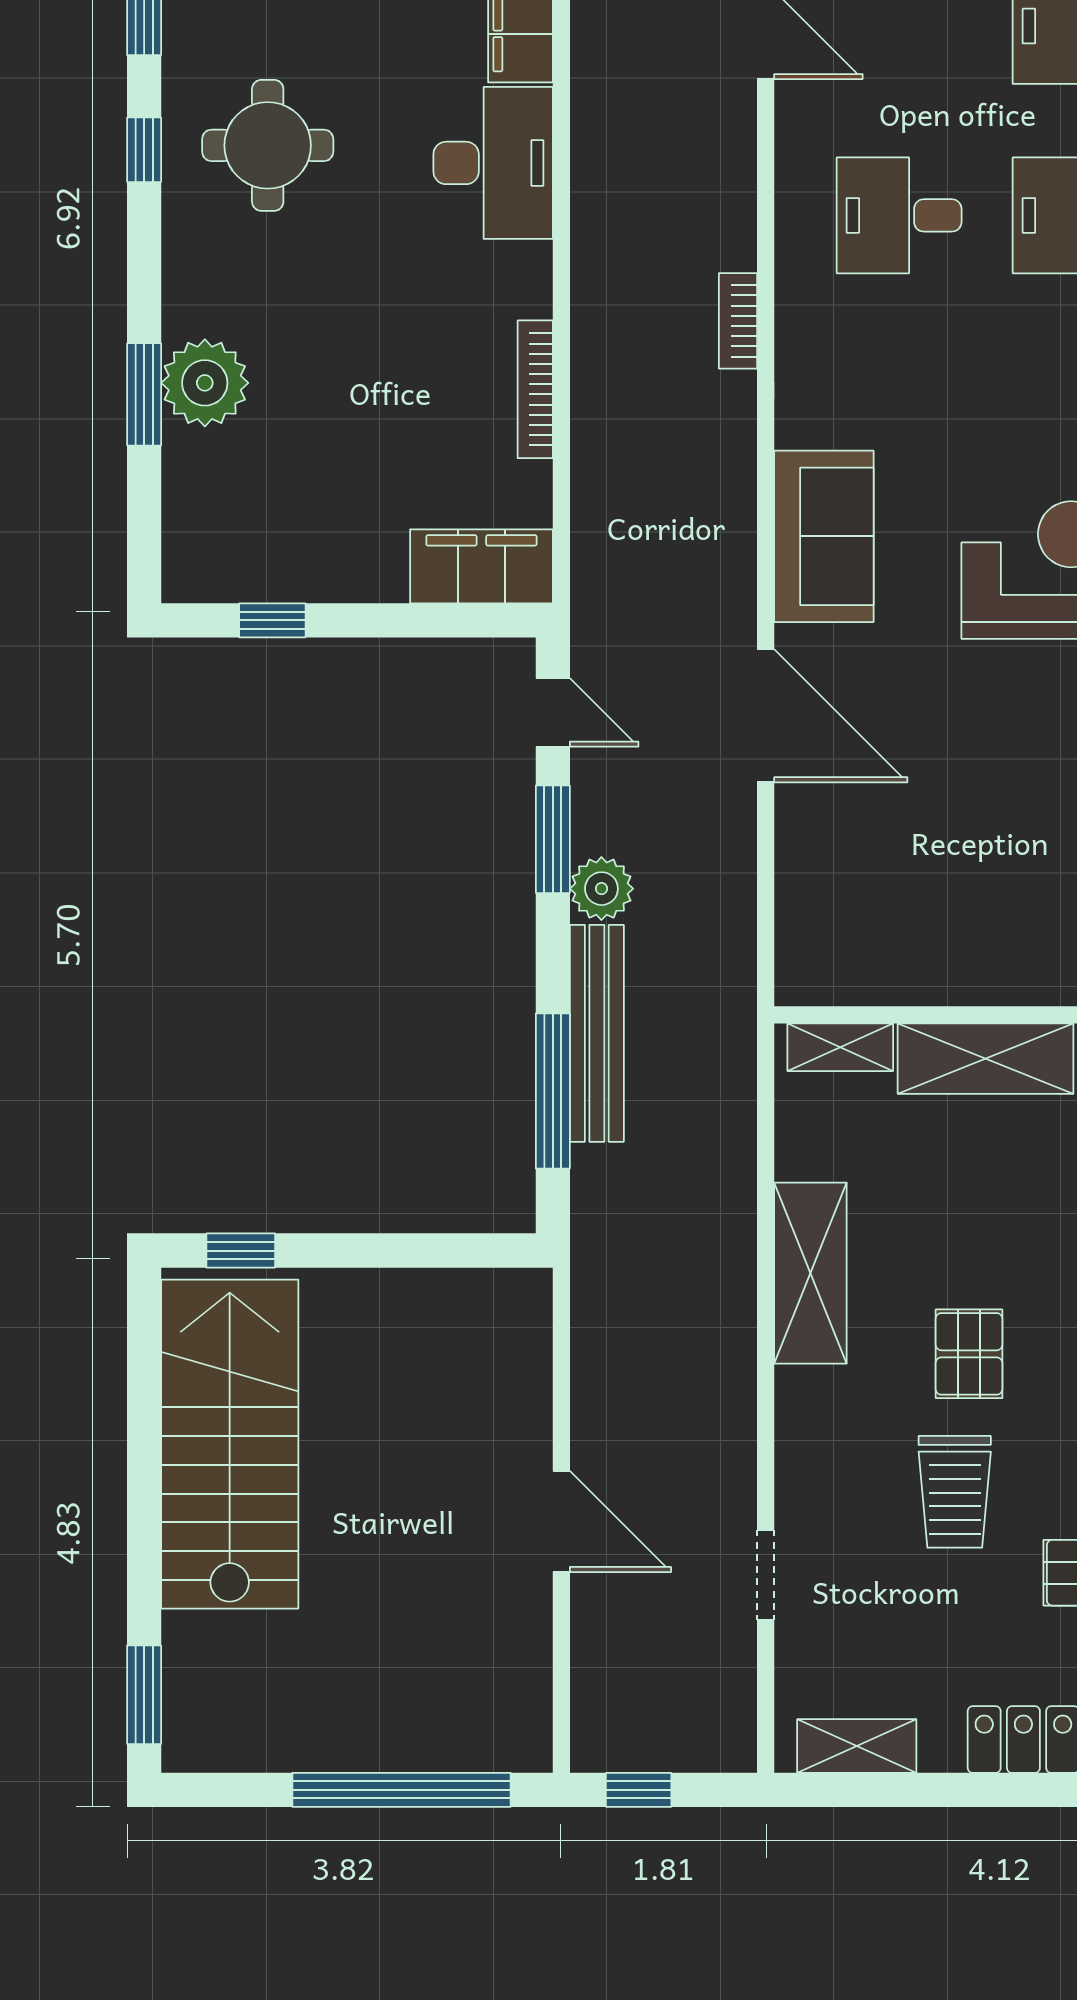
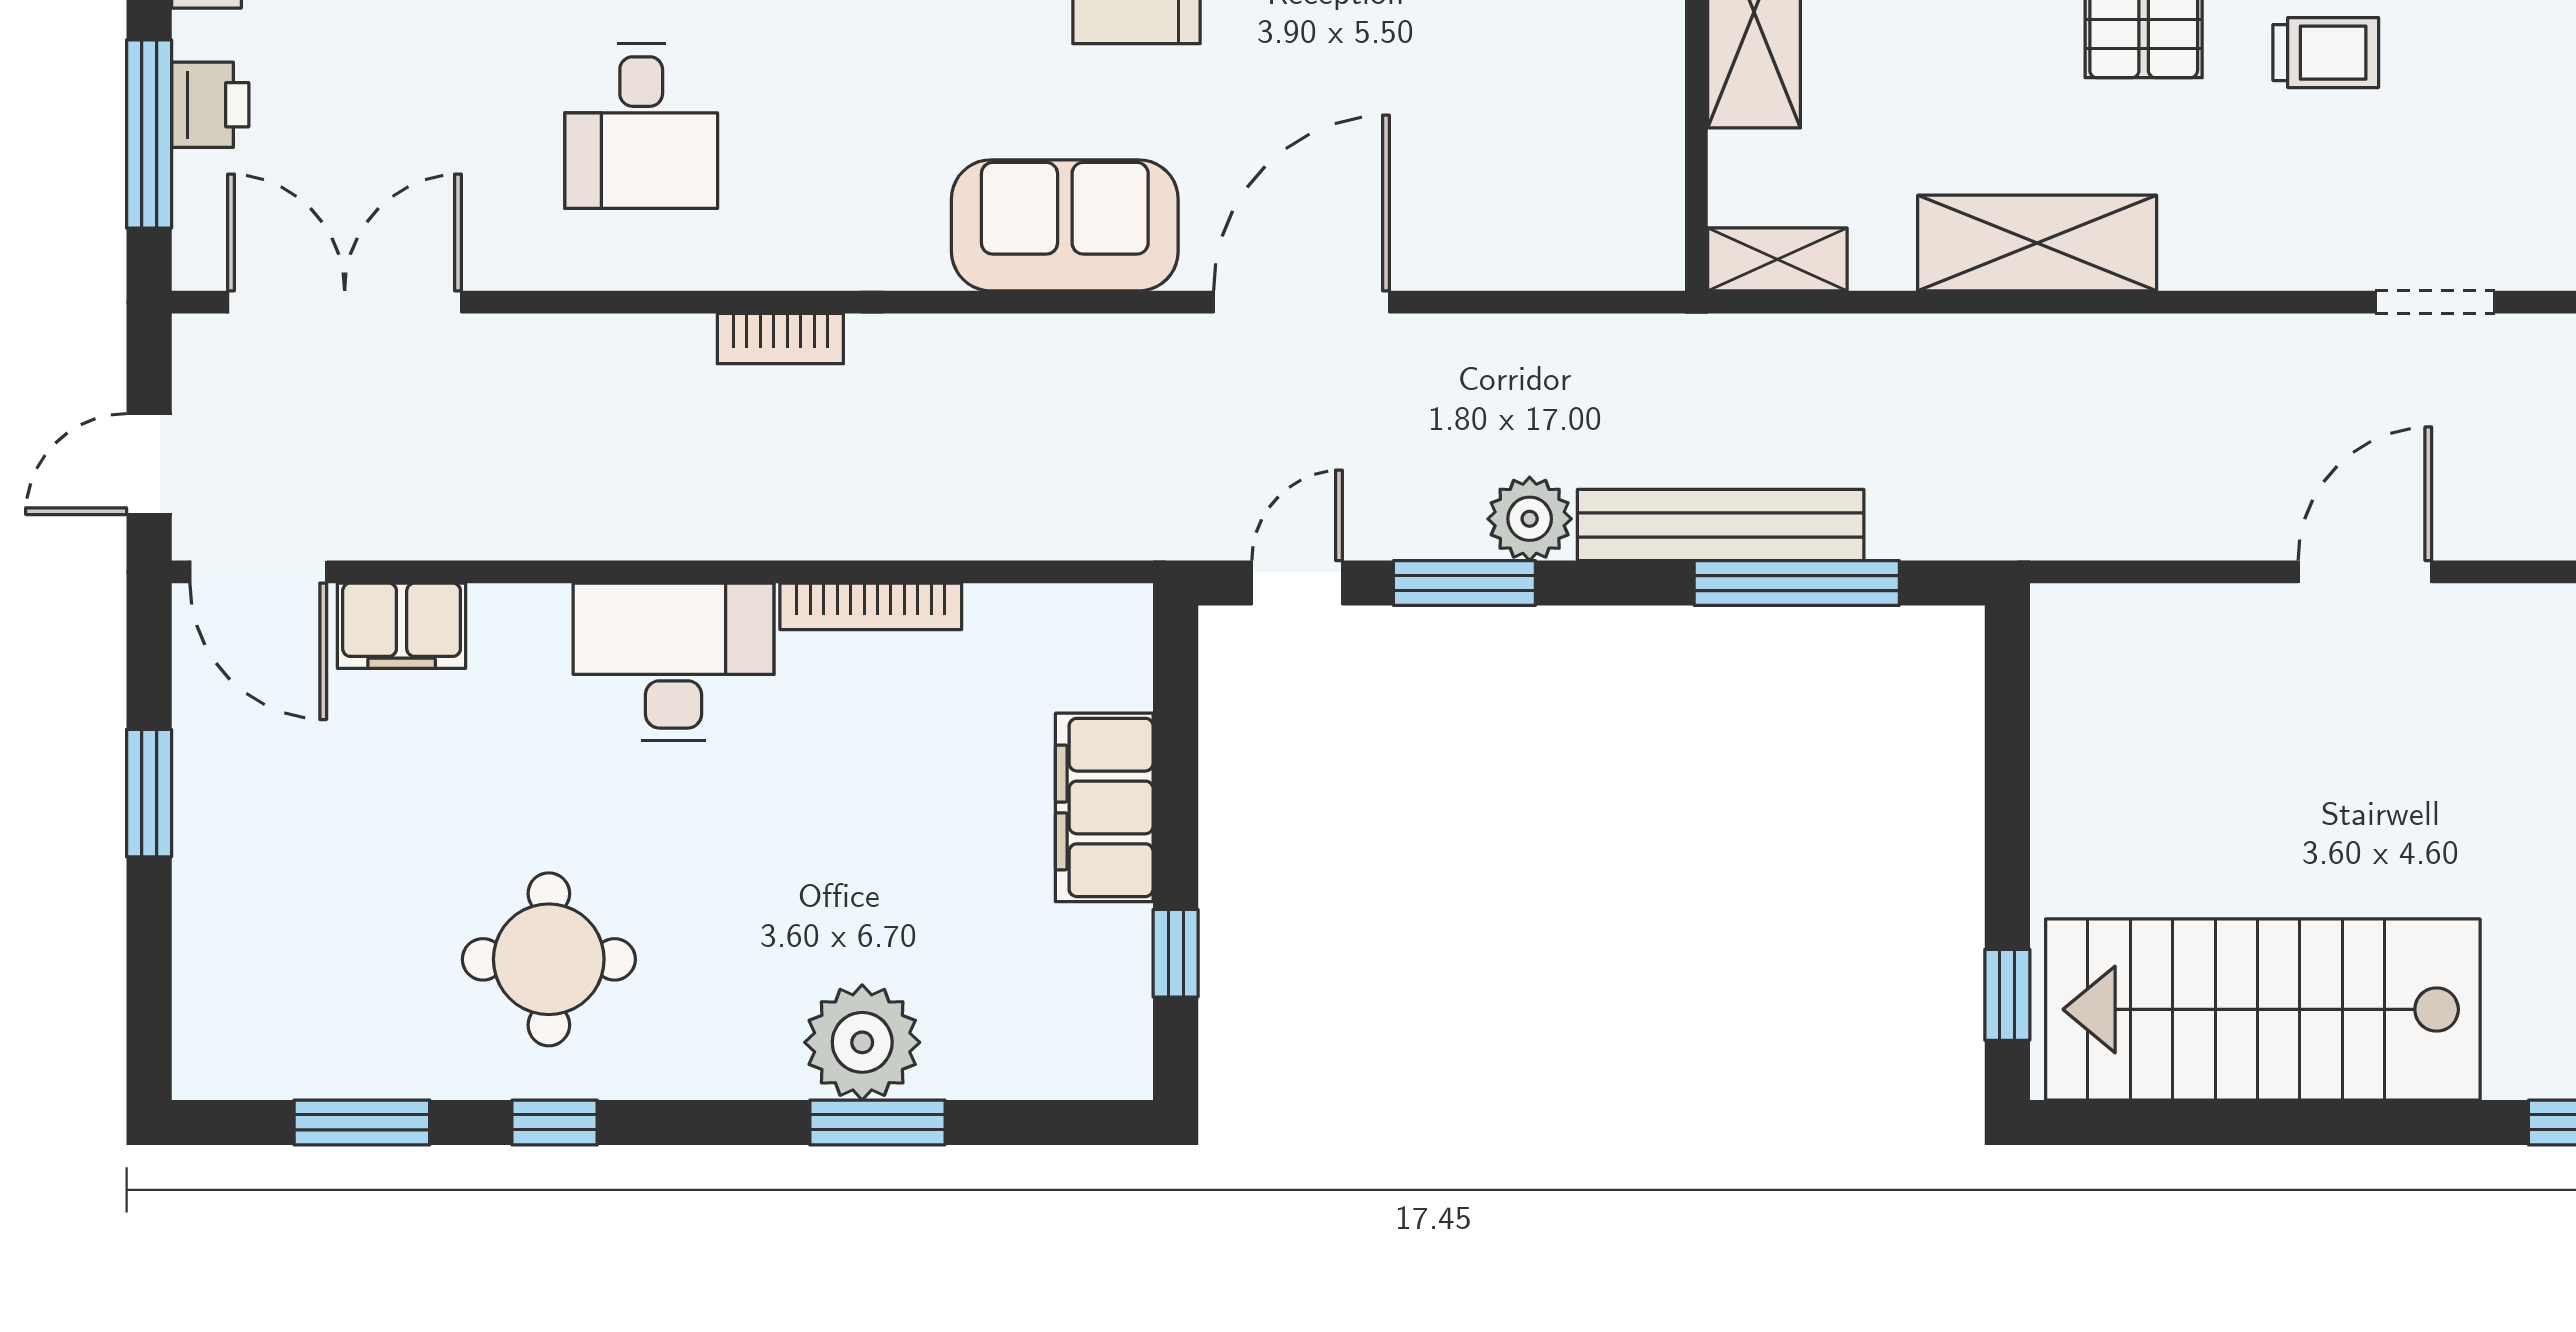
desk: (493, 163) -> (674, 662), moved
filing cabinet: (481, 566) -> (1104, 807), moved
shelving: (840, 1047) -> (1777, 259), moved, turned 90
trolley: (955, 1492) -> (2326, 53), width x0.73, depth x0.72

